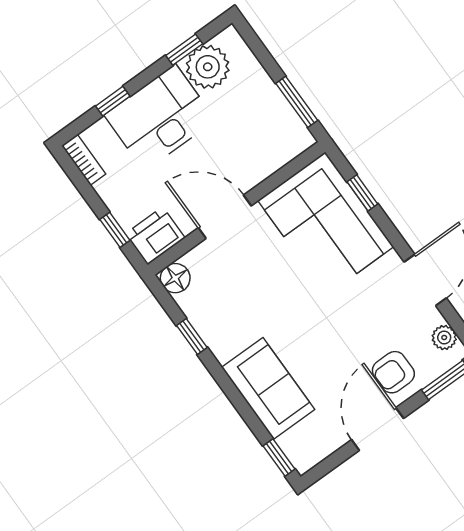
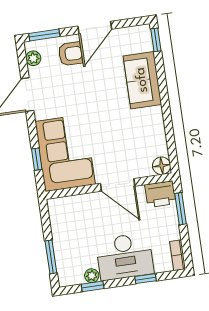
plant: (208, 67) -> (92, 276), width x0.53, depth x0.53
window: (297, 102) -> (51, 257), moved
window: (115, 230) -> (181, 209), width x1.50
window: (192, 337) -> (169, 130), removed

